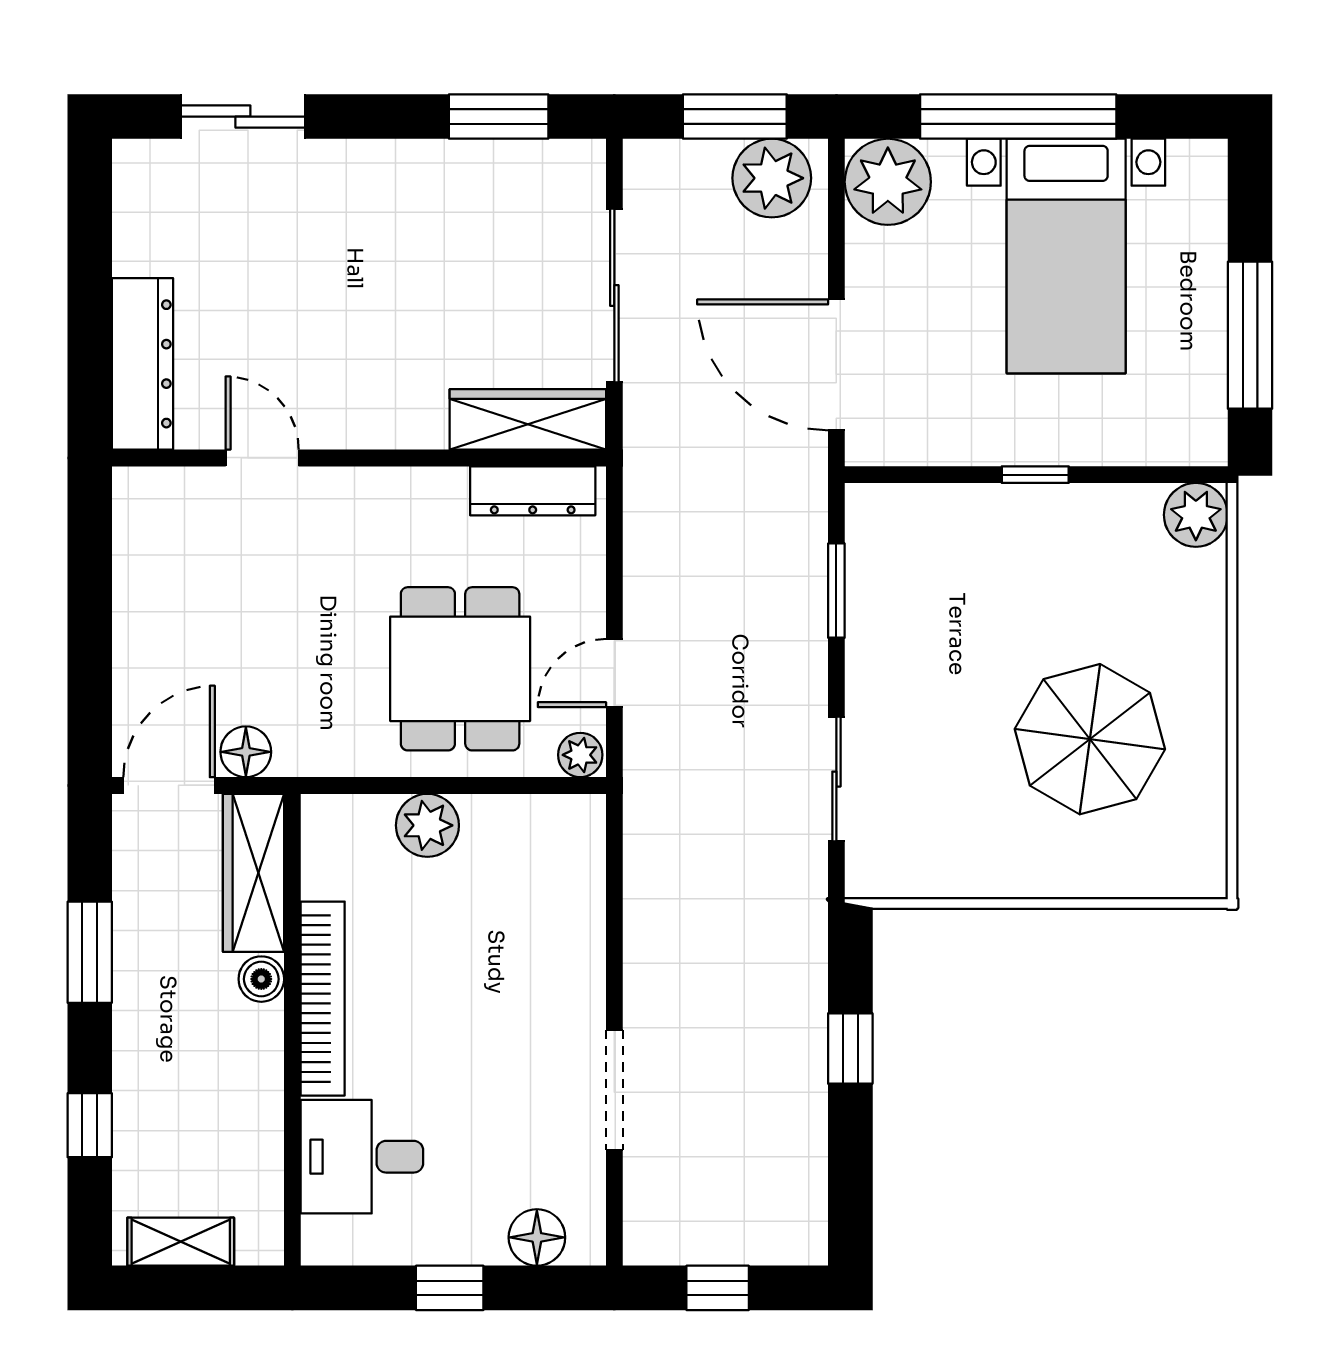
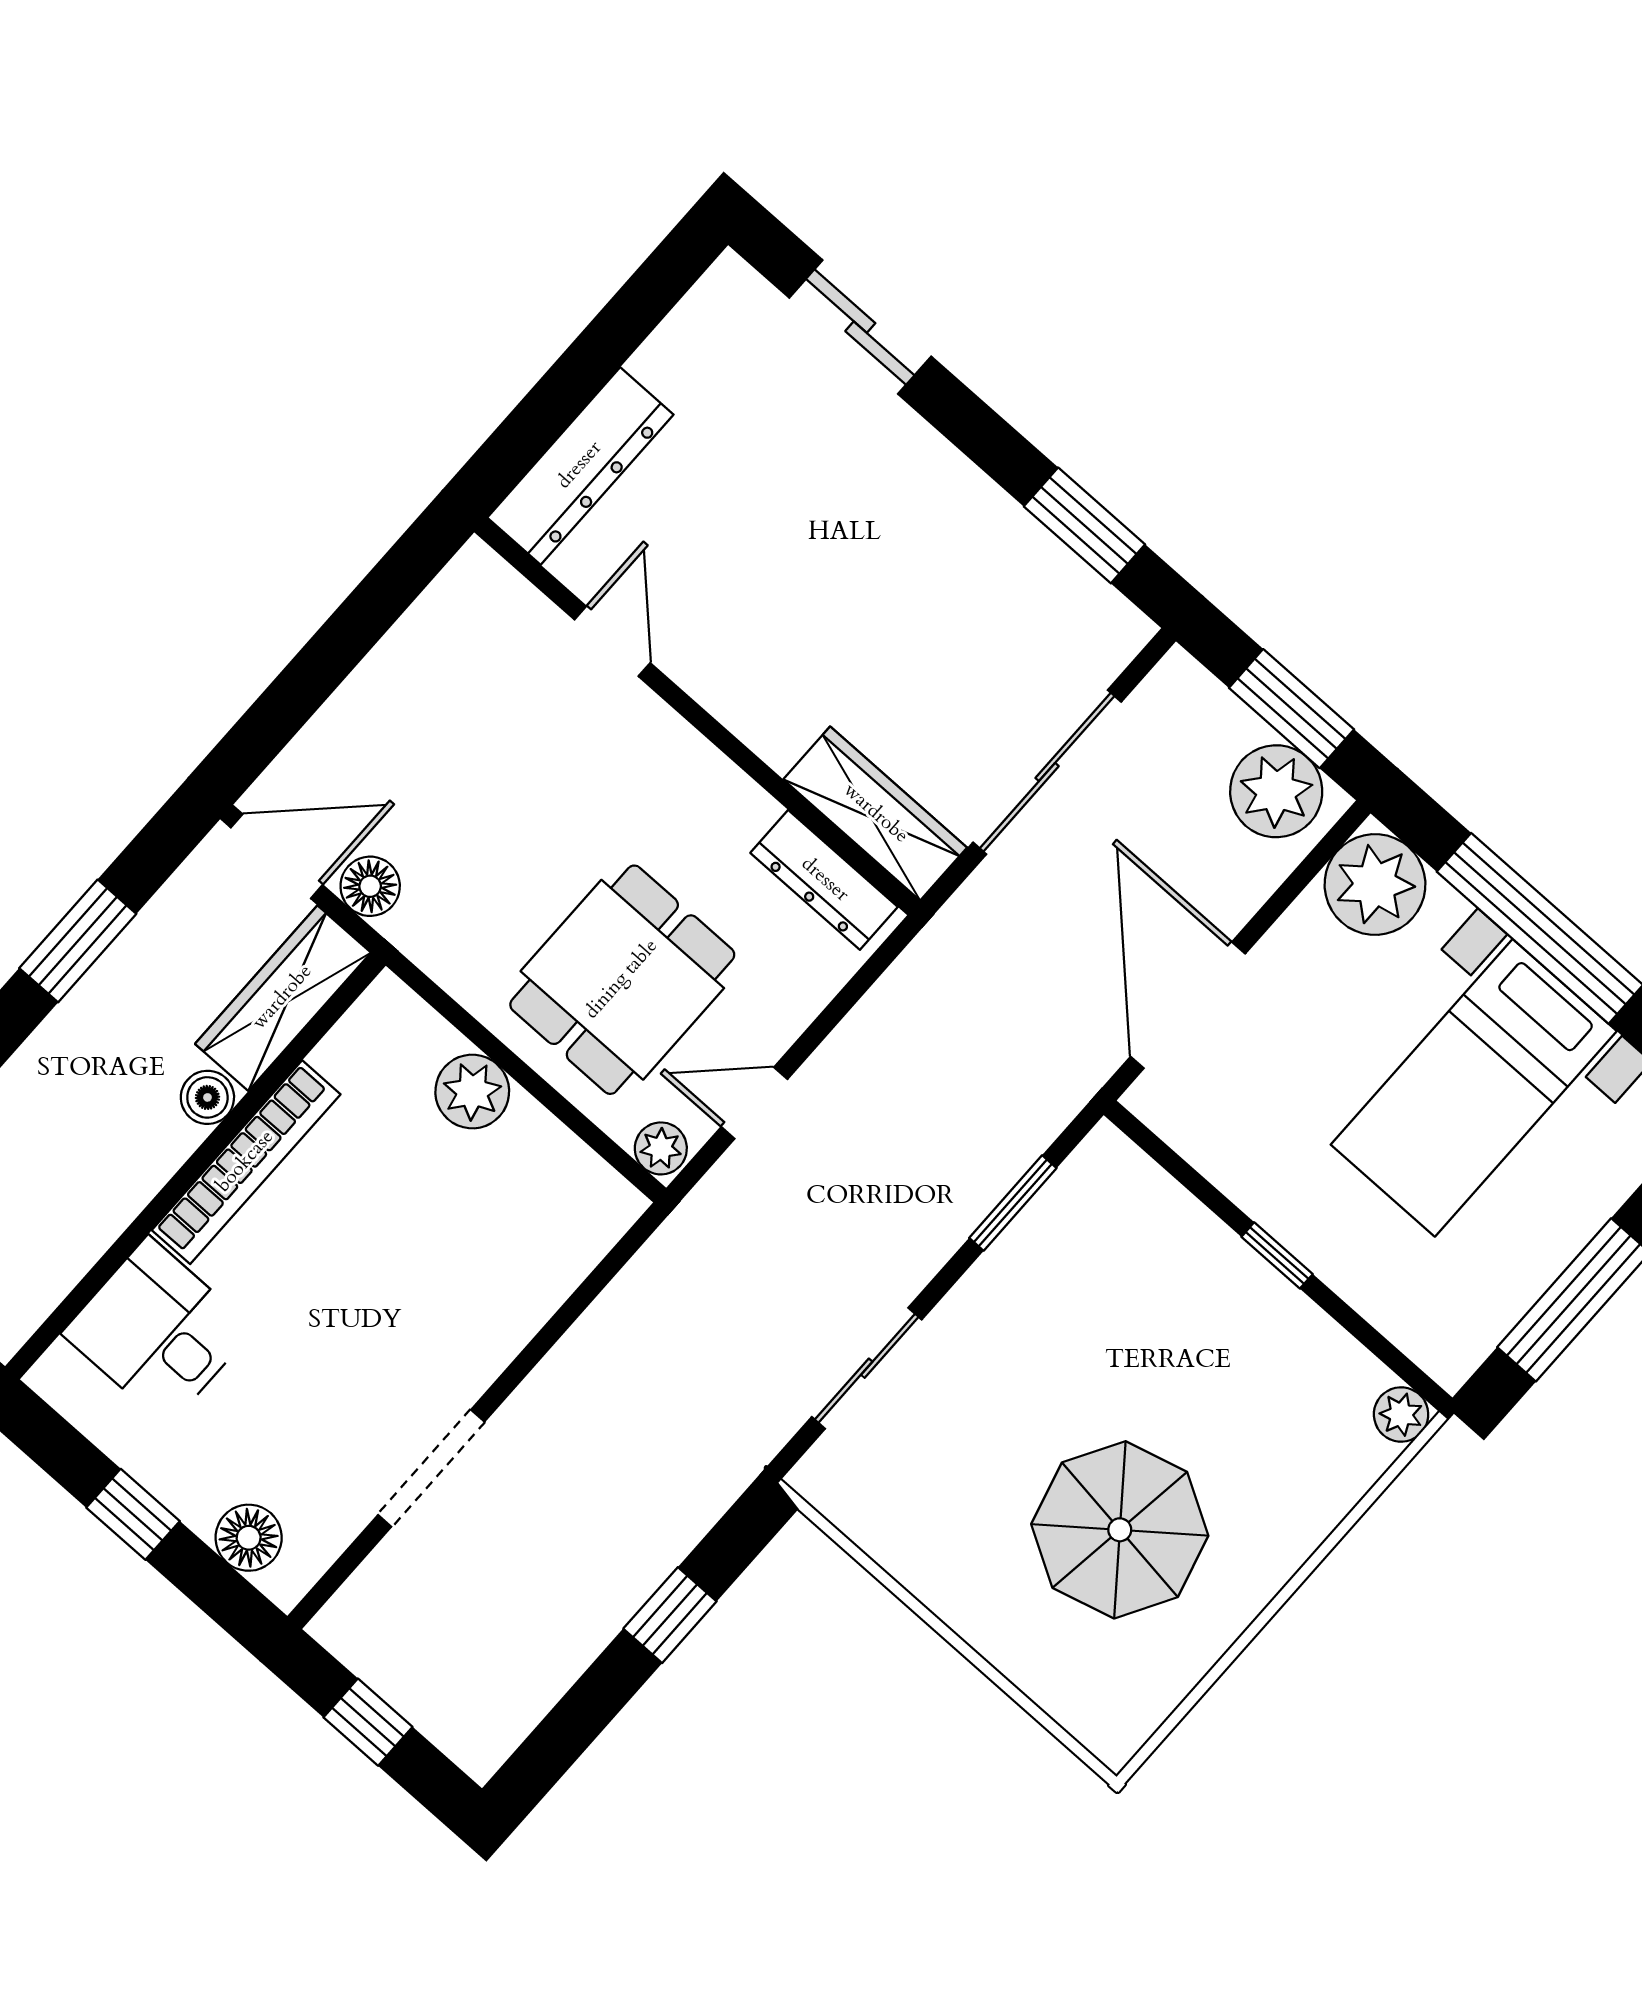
plant: (1196, 515) -> (1401, 1414), width x0.73, depth x0.73

